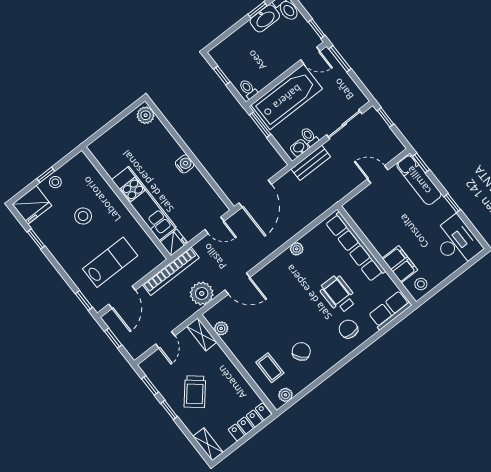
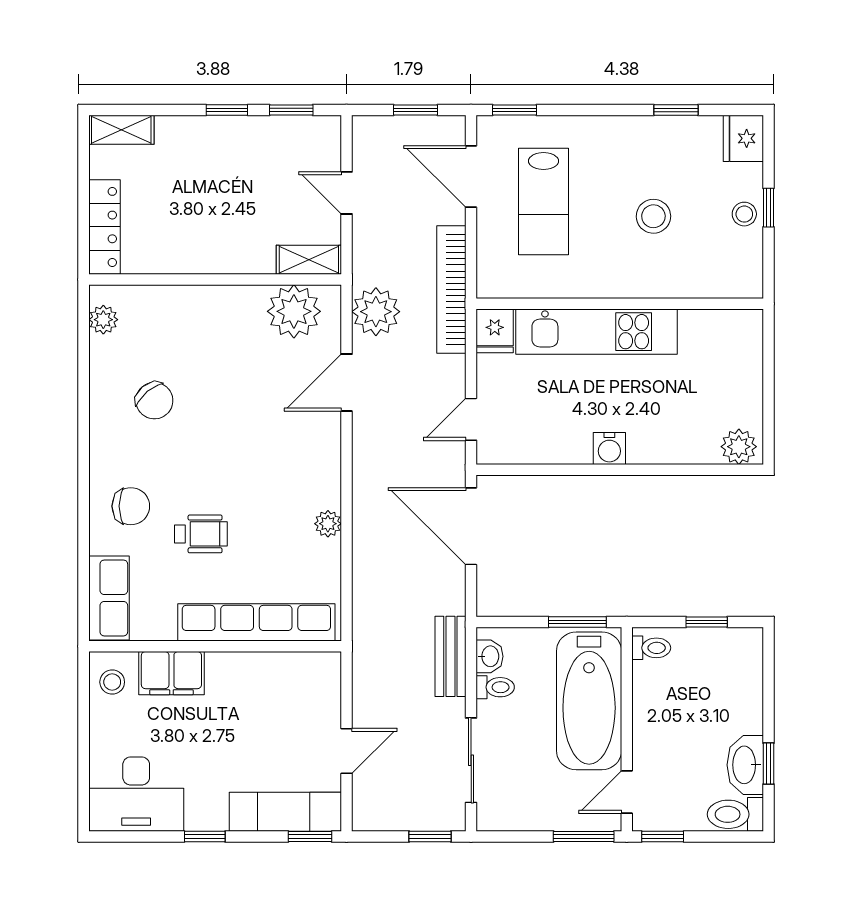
fridge: (32, 205) -> (743, 138), width x0.73, depth x0.75
wheelchair: (338, 294) -> (201, 534), width x0.73, depth x0.73
plant: (221, 328) -> (294, 311), width x1.88, depth x1.88
coffee table: (270, 368) -> (168, 329), removed
trolley: (195, 392) -> (224, 175), removed

